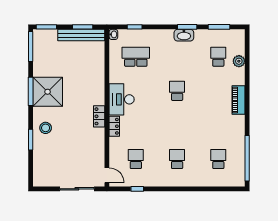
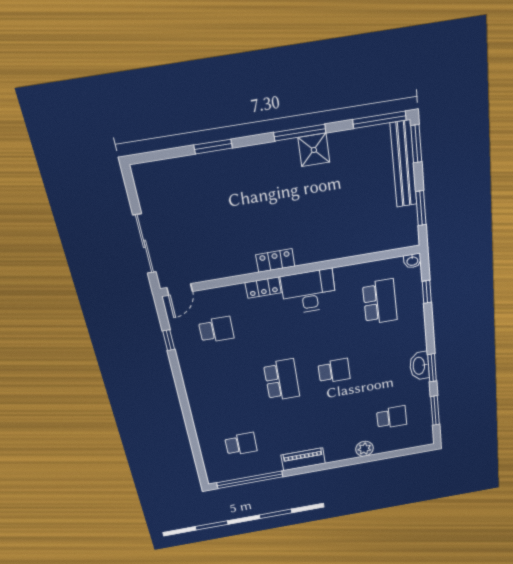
bench: (81, 35) -> (404, 164), moved
plant: (239, 61) -> (364, 449), moved
shower: (48, 92) -> (314, 150), width x0.54, depth x0.54
piano: (238, 100) -> (303, 459), moved
stool: (46, 128) -> (239, 171), removed
school desk: (177, 159) -> (282, 380), moved, width x1.85

